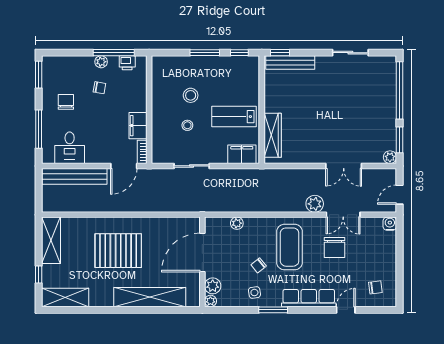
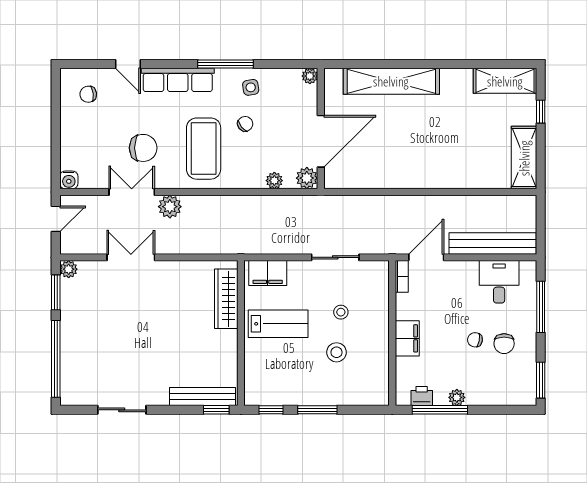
chair: (99, 88) -> (475, 340), moved
filing cabinet: (138, 126) -> (407, 338), moved
chair: (335, 247) -> (143, 148), turned 90
pallet: (118, 251) -> (434, 144), removed
plant: (213, 286) -> (307, 178), moved
window: (273, 310) -> (226, 64), width x1.44
door: (346, 310) -> (128, 64), hinge flipped

